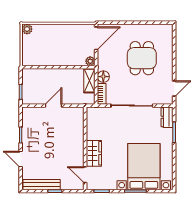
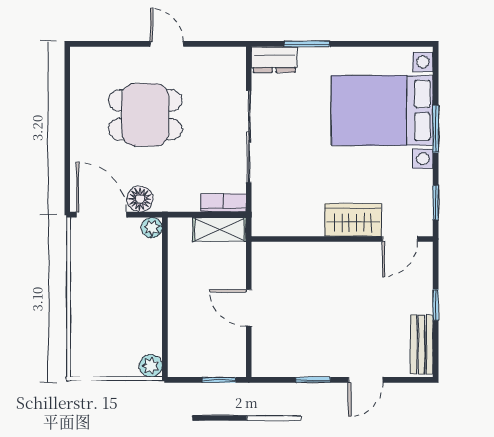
plant: (27, 29) -> (151, 366), moved
floor lamp: (103, 77) -> (140, 199), moved
shelving: (89, 81) -> (219, 229), moved
door: (174, 88) -> (167, 44), moved
bench: (42, 185) -> (422, 345), width x0.73

